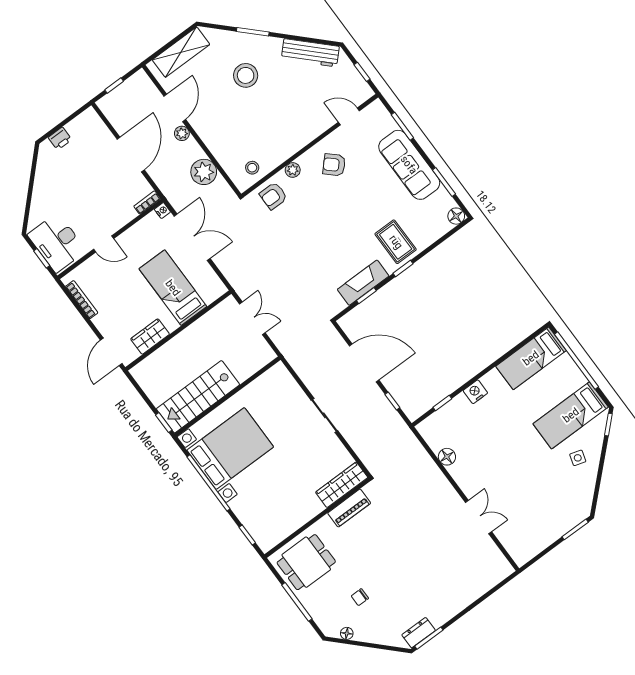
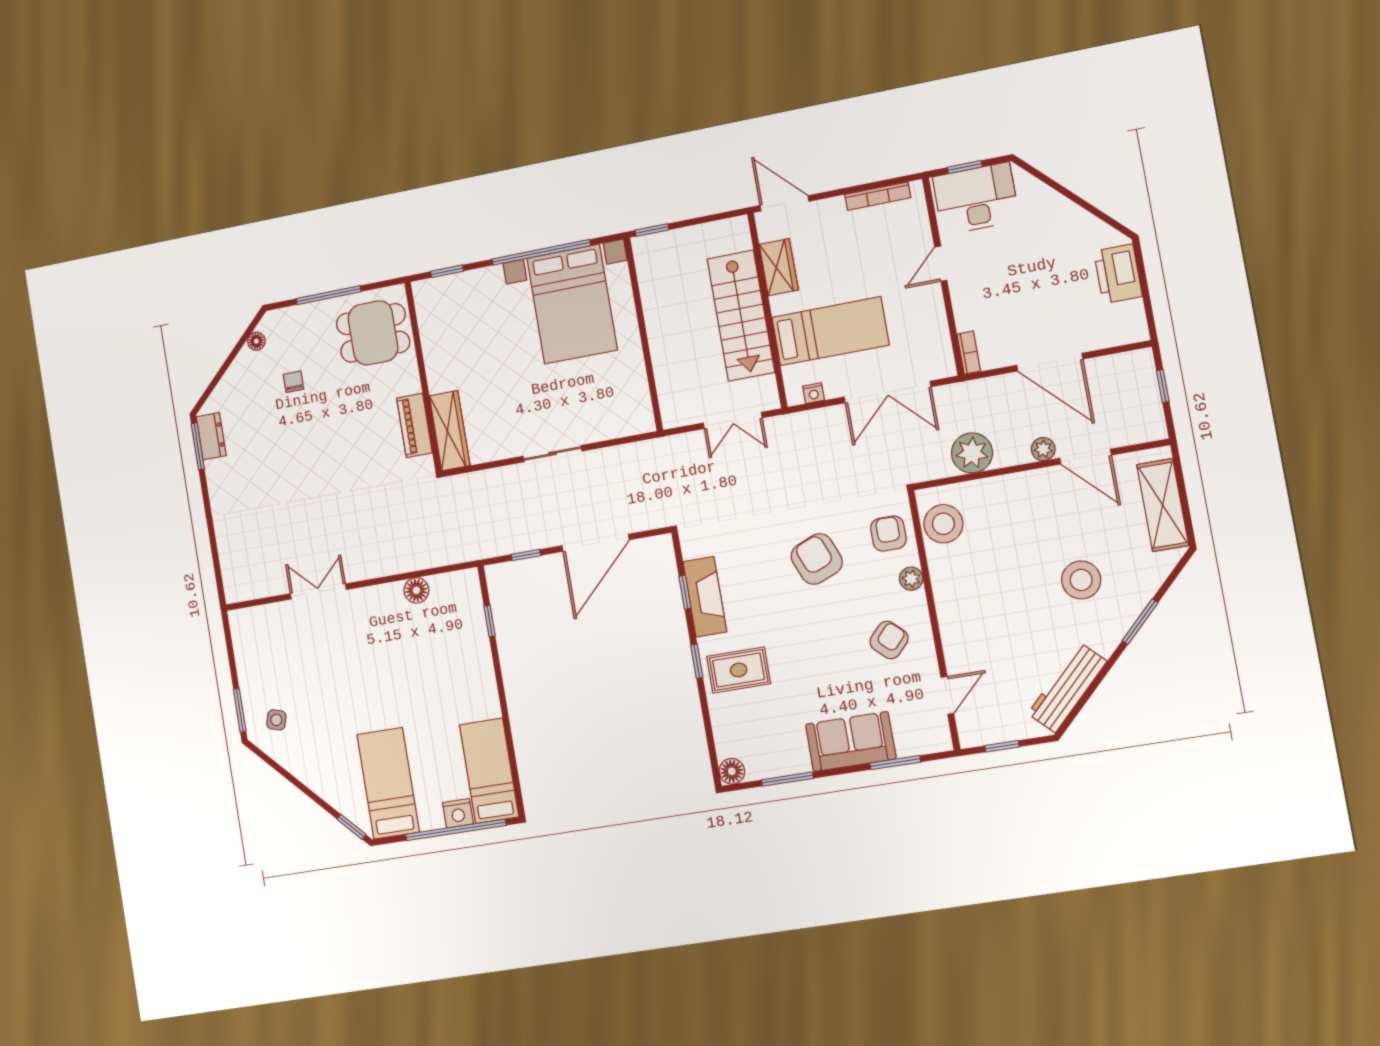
printer: (60, 139) -> (1118, 274), width x1.87, depth x1.48
sofa: (409, 165) -> (851, 742), width x0.73
stool: (252, 168) -> (943, 524), width x1.89, depth x1.89
nightstand: (162, 211) -> (814, 393), moved
armchair: (309, 229) -> (817, 559), added
nightstand: (475, 392) -> (458, 813), moved, turned 90
stairs: (198, 397) -> (741, 316), moved, turned 180
side table: (578, 458) -> (276, 720), moved
double door: (479, 517) -> (318, 592), swing flipped
dining table: (306, 562) -> (373, 333), turned 90

